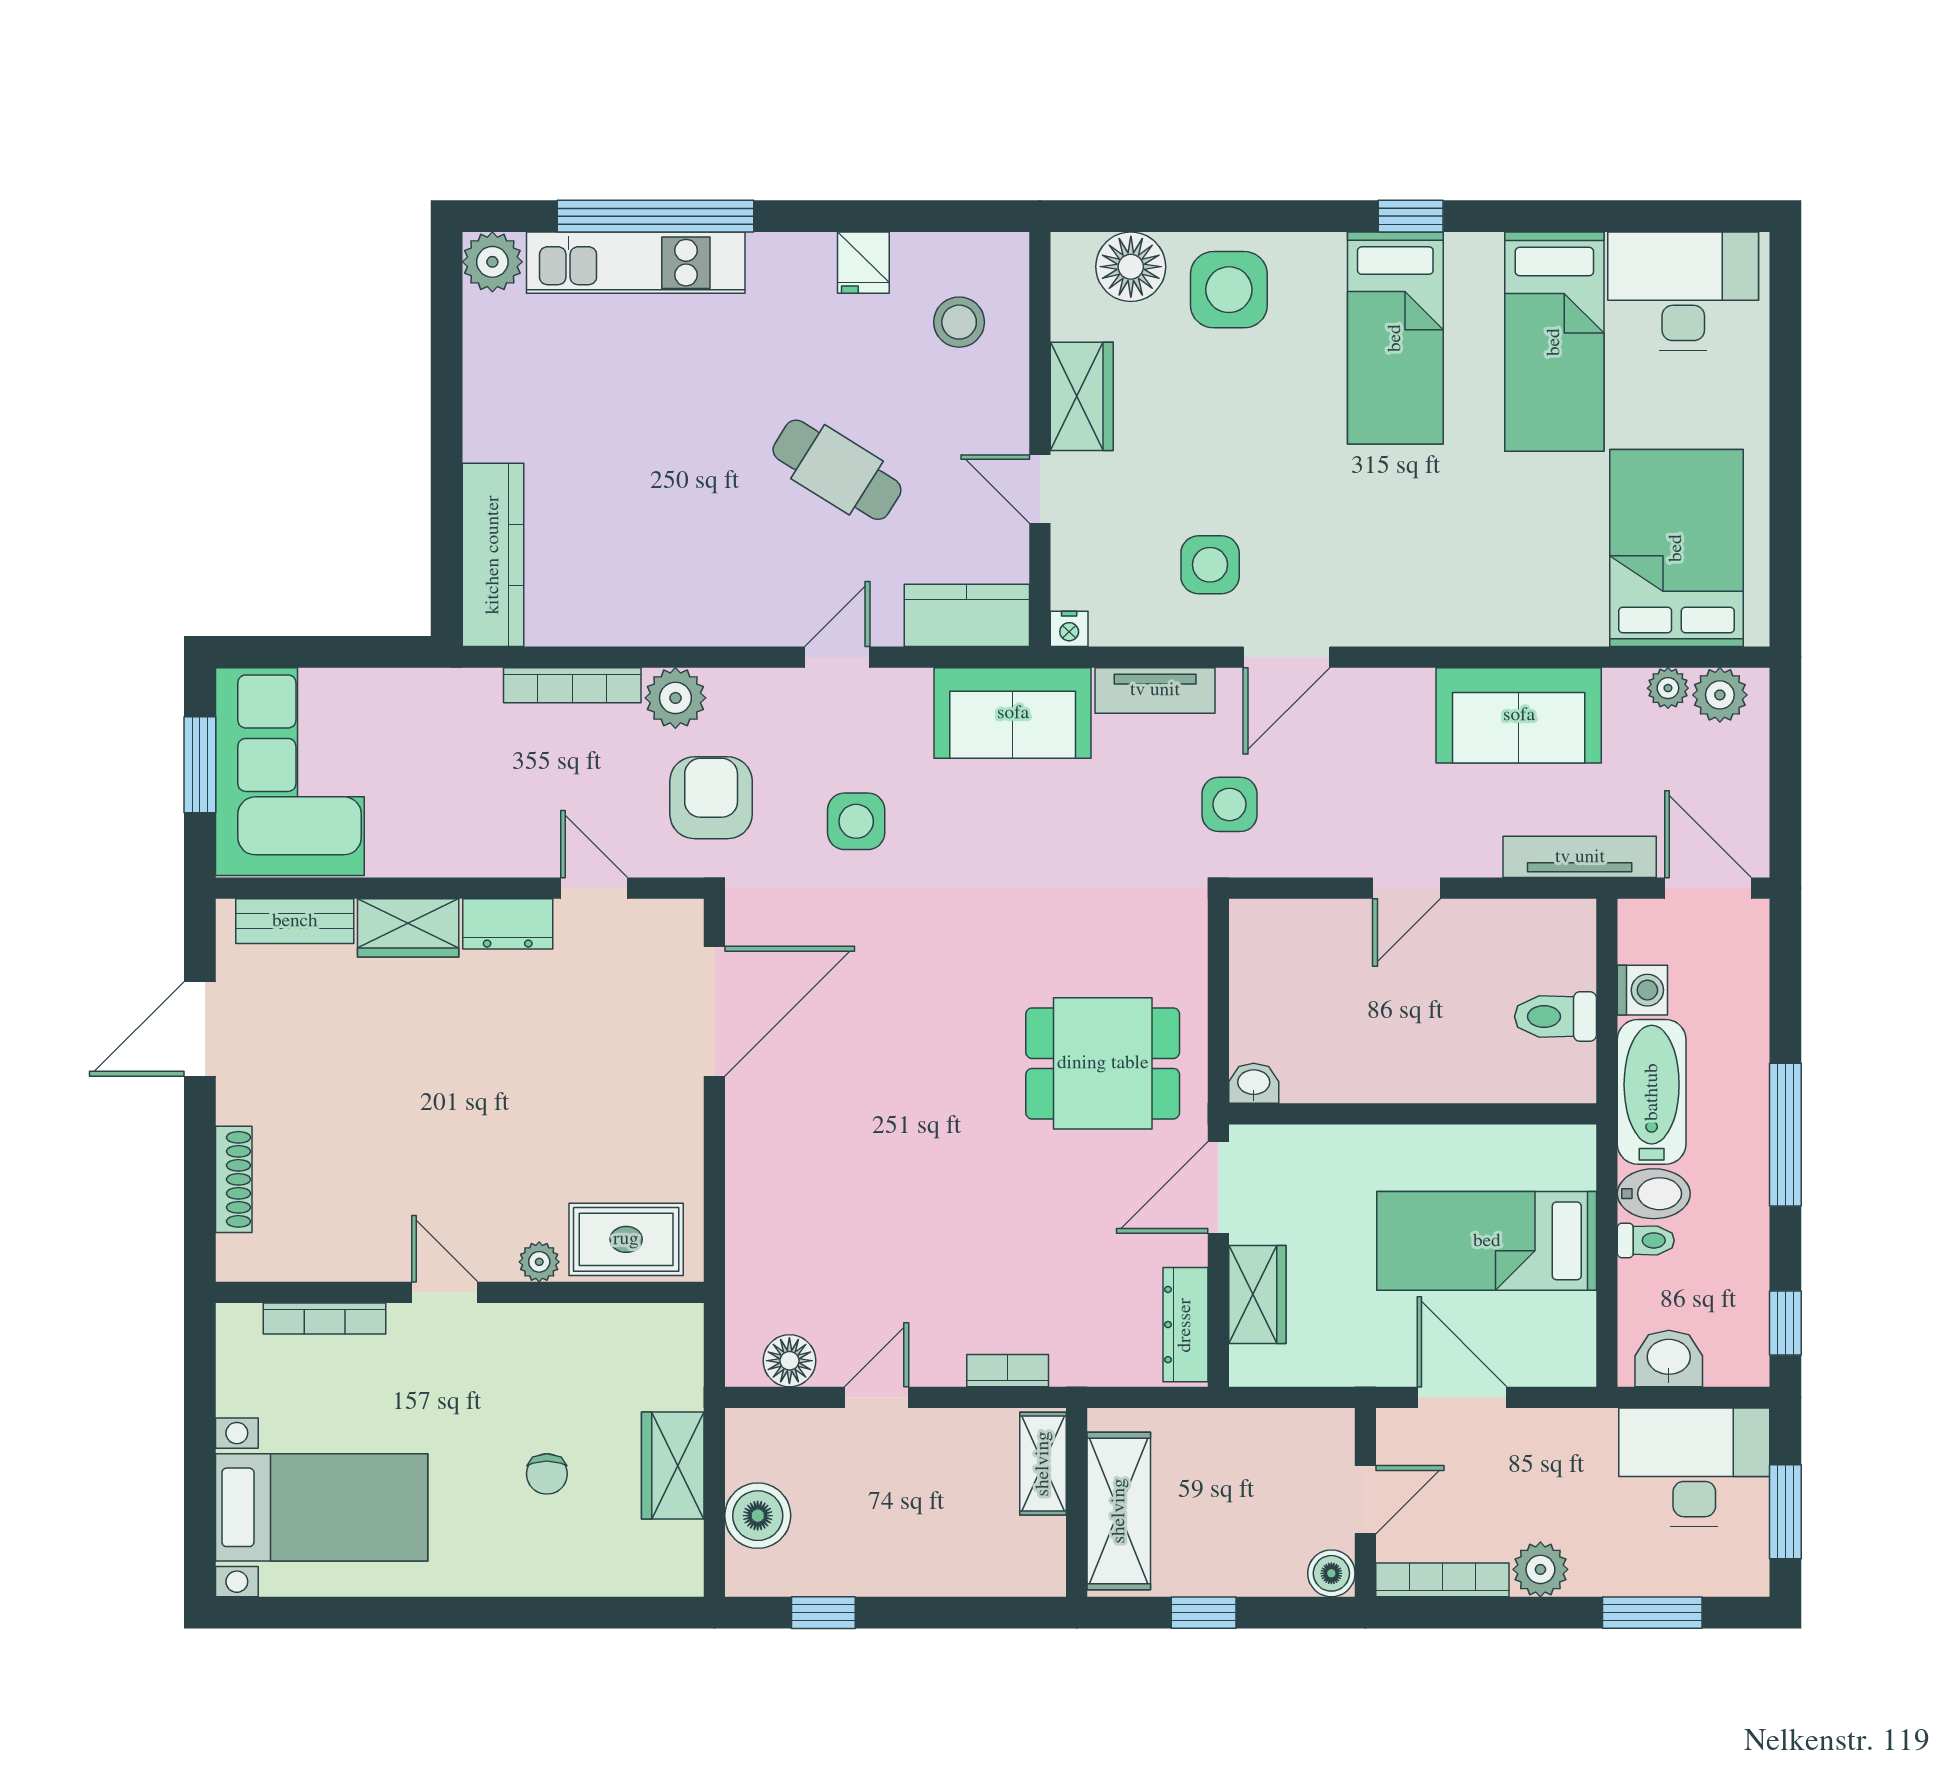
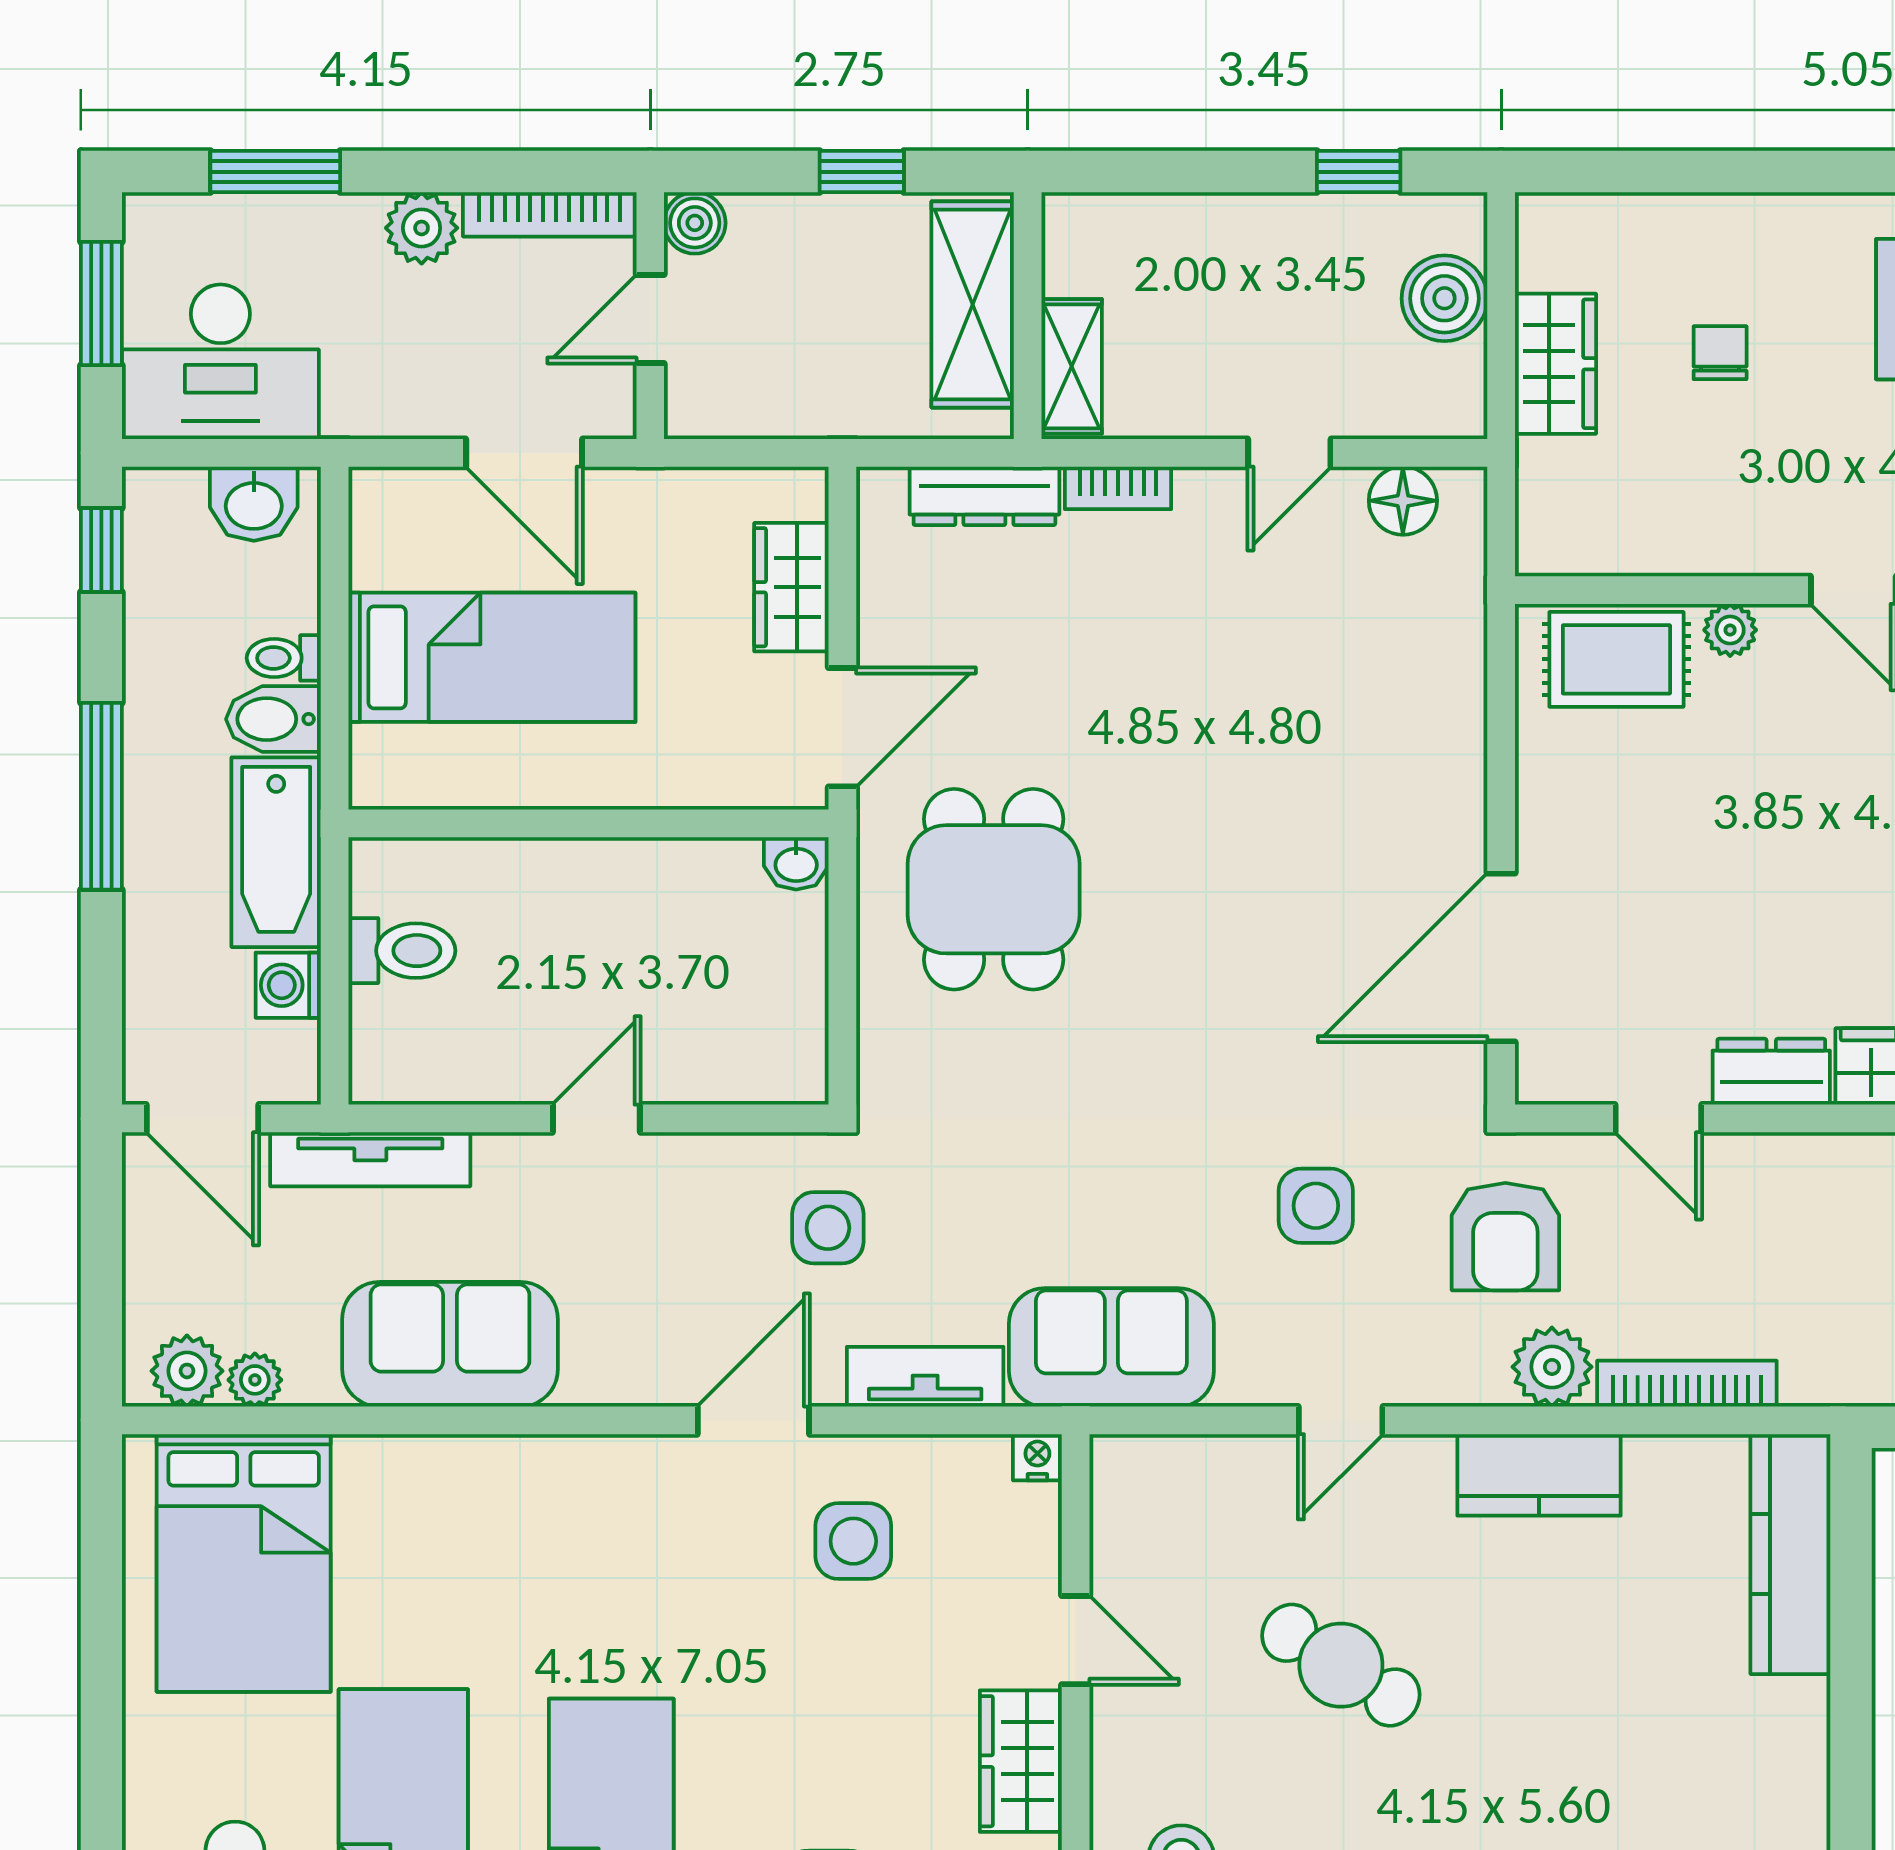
kitchen counter: (967, 615) -> (1539, 1475), moved
dining table: (1103, 1063) -> (994, 889), turned 90
dresser: (1185, 1325) -> (984, 496), moved, turned 90

